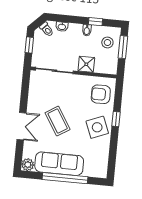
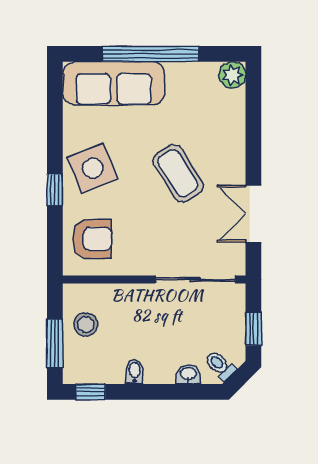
window: (96, 22) -> (91, 392), moved
stool: (107, 43) -> (86, 324), moved
shower: (86, 64) -> (129, 299), removed
double door: (21, 126) -> (253, 214), moved
sofa: (59, 164) -> (114, 83), moved

